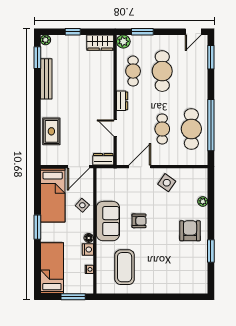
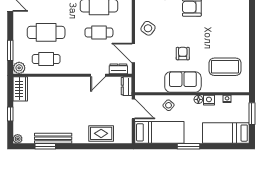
window: (37, 58) -> (45, 146), moved
dresser: (122, 101) -> (118, 69), moved

